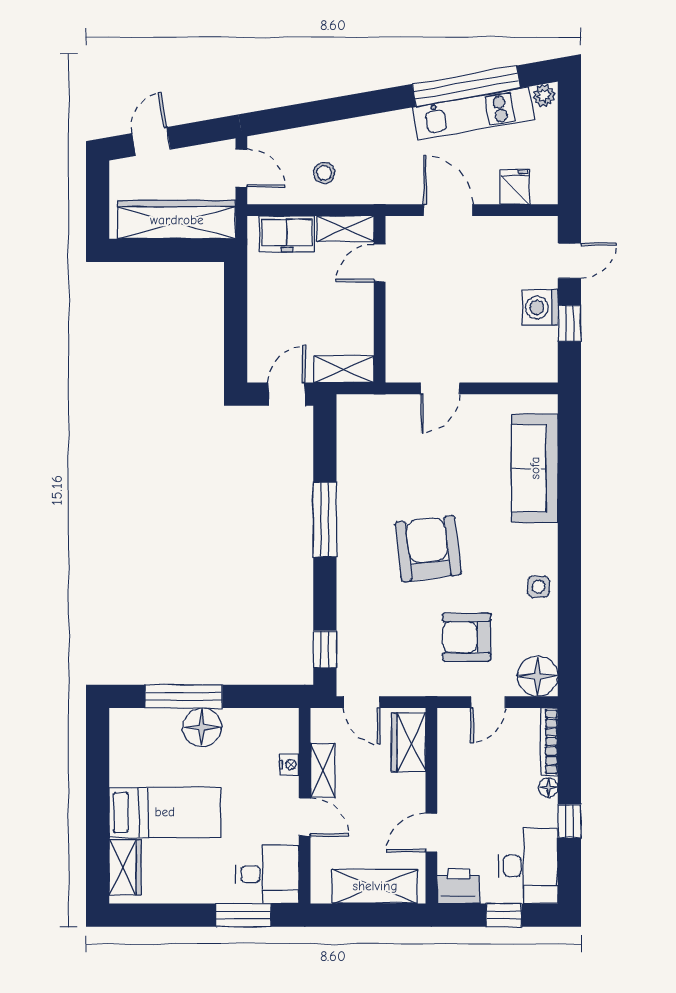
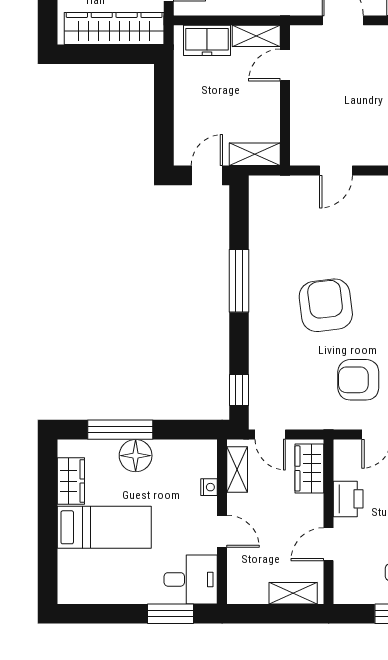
shelving: (323, 770) -> (237, 470), moved
wardrobe: (125, 867) -> (71, 481), moved
shelving: (375, 886) -> (293, 593), width x0.67, depth x0.75
printer: (458, 886) -> (348, 499), moved, turned 90

